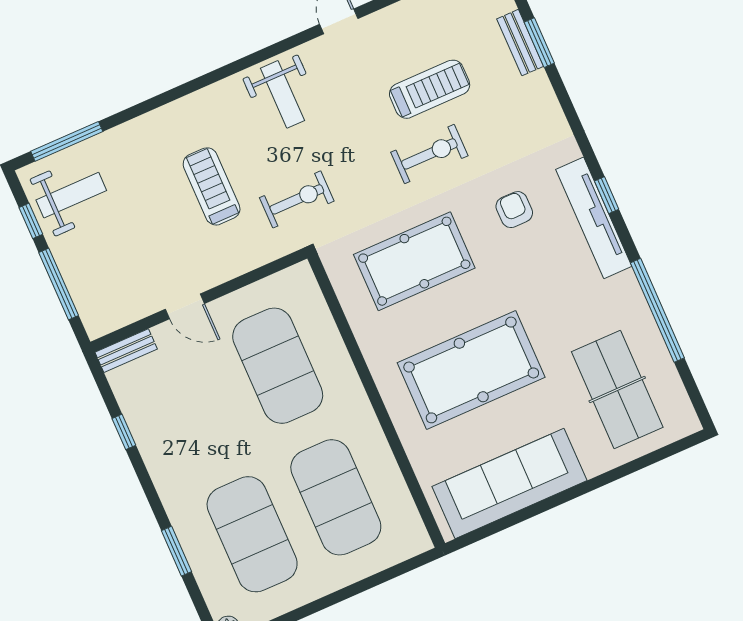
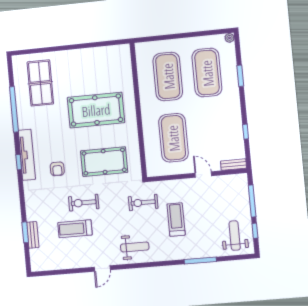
weight bench: (282, 94) -> (135, 247), turned 90
window: (67, 141) -> (200, 260), moved
treadmill: (212, 186) -> (176, 220), turned 180
weight bench: (71, 195) -> (235, 236), turned 90
sofa: (509, 484) -> (96, 59), removed

